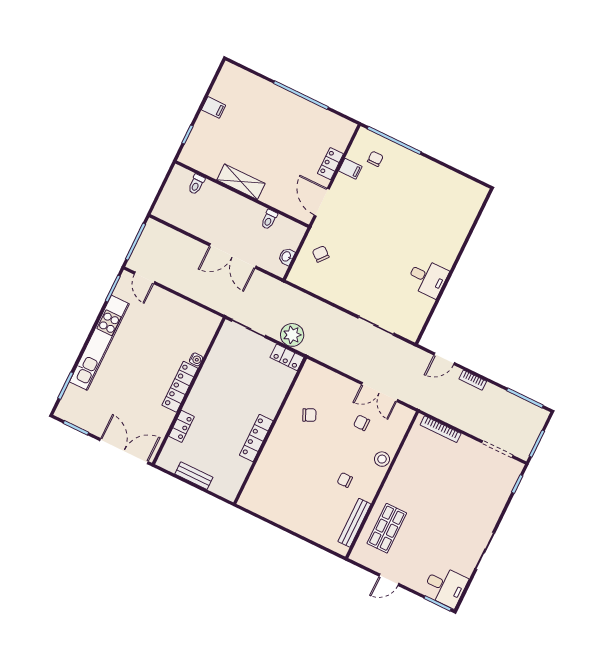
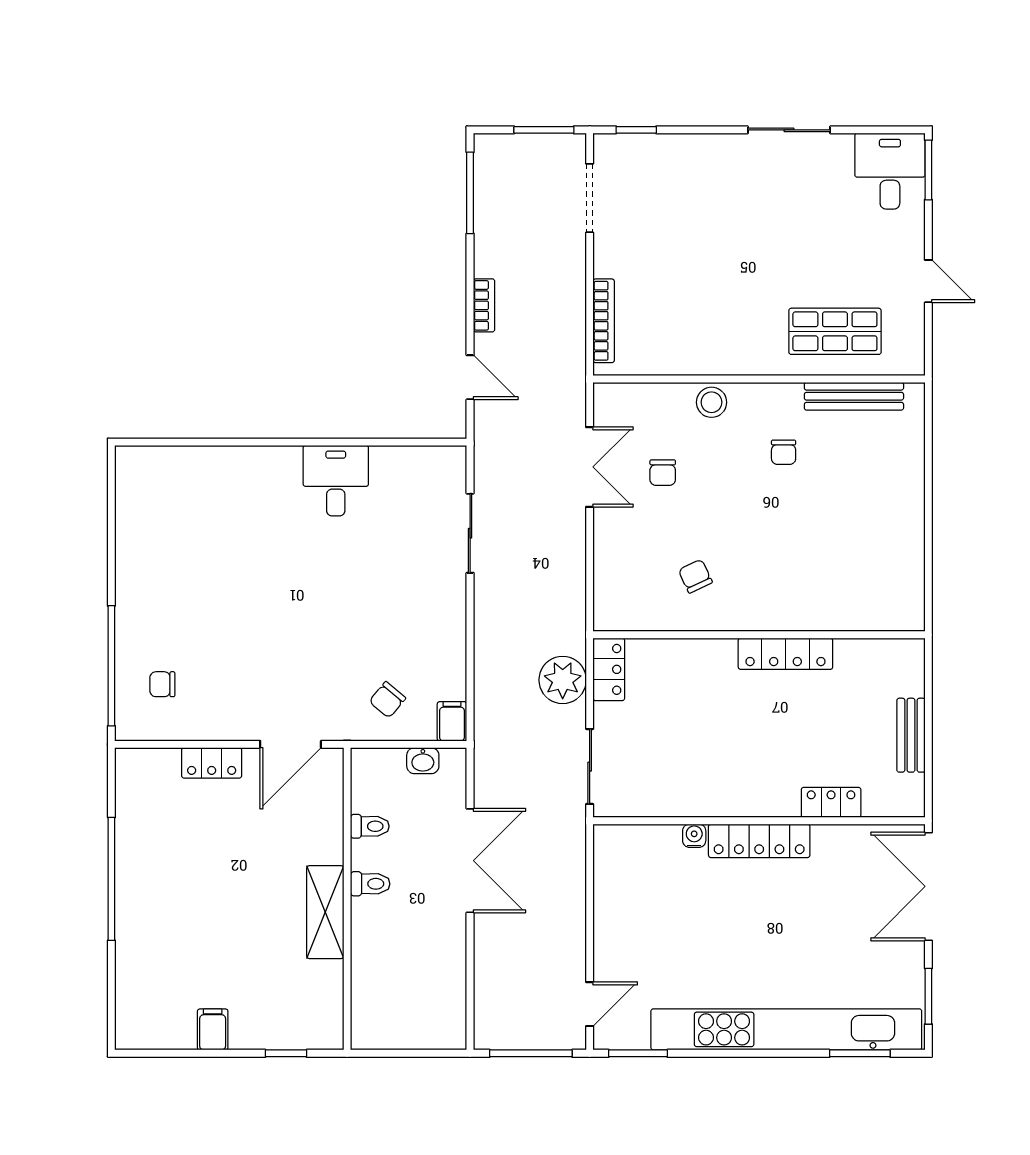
filing cabinet: (350, 169) -> (452, 721), moved
toilet: (196, 184) -> (370, 884), moved
kitchen unit: (99, 343) -> (786, 1029), width x1.36

